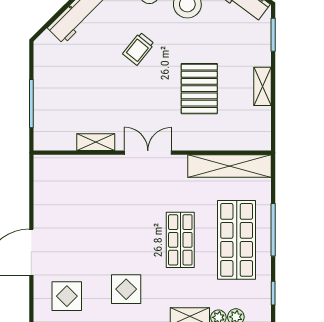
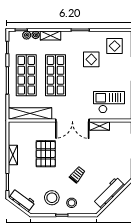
double door: (148, 153) -> (72, 121), width x1.37
checkout: (77, 188) -> (109, 102), added
shop shelf: (180, 240) -> (56, 75), width x1.43, depth x1.36
display table: (126, 289) -> (91, 59), moved

